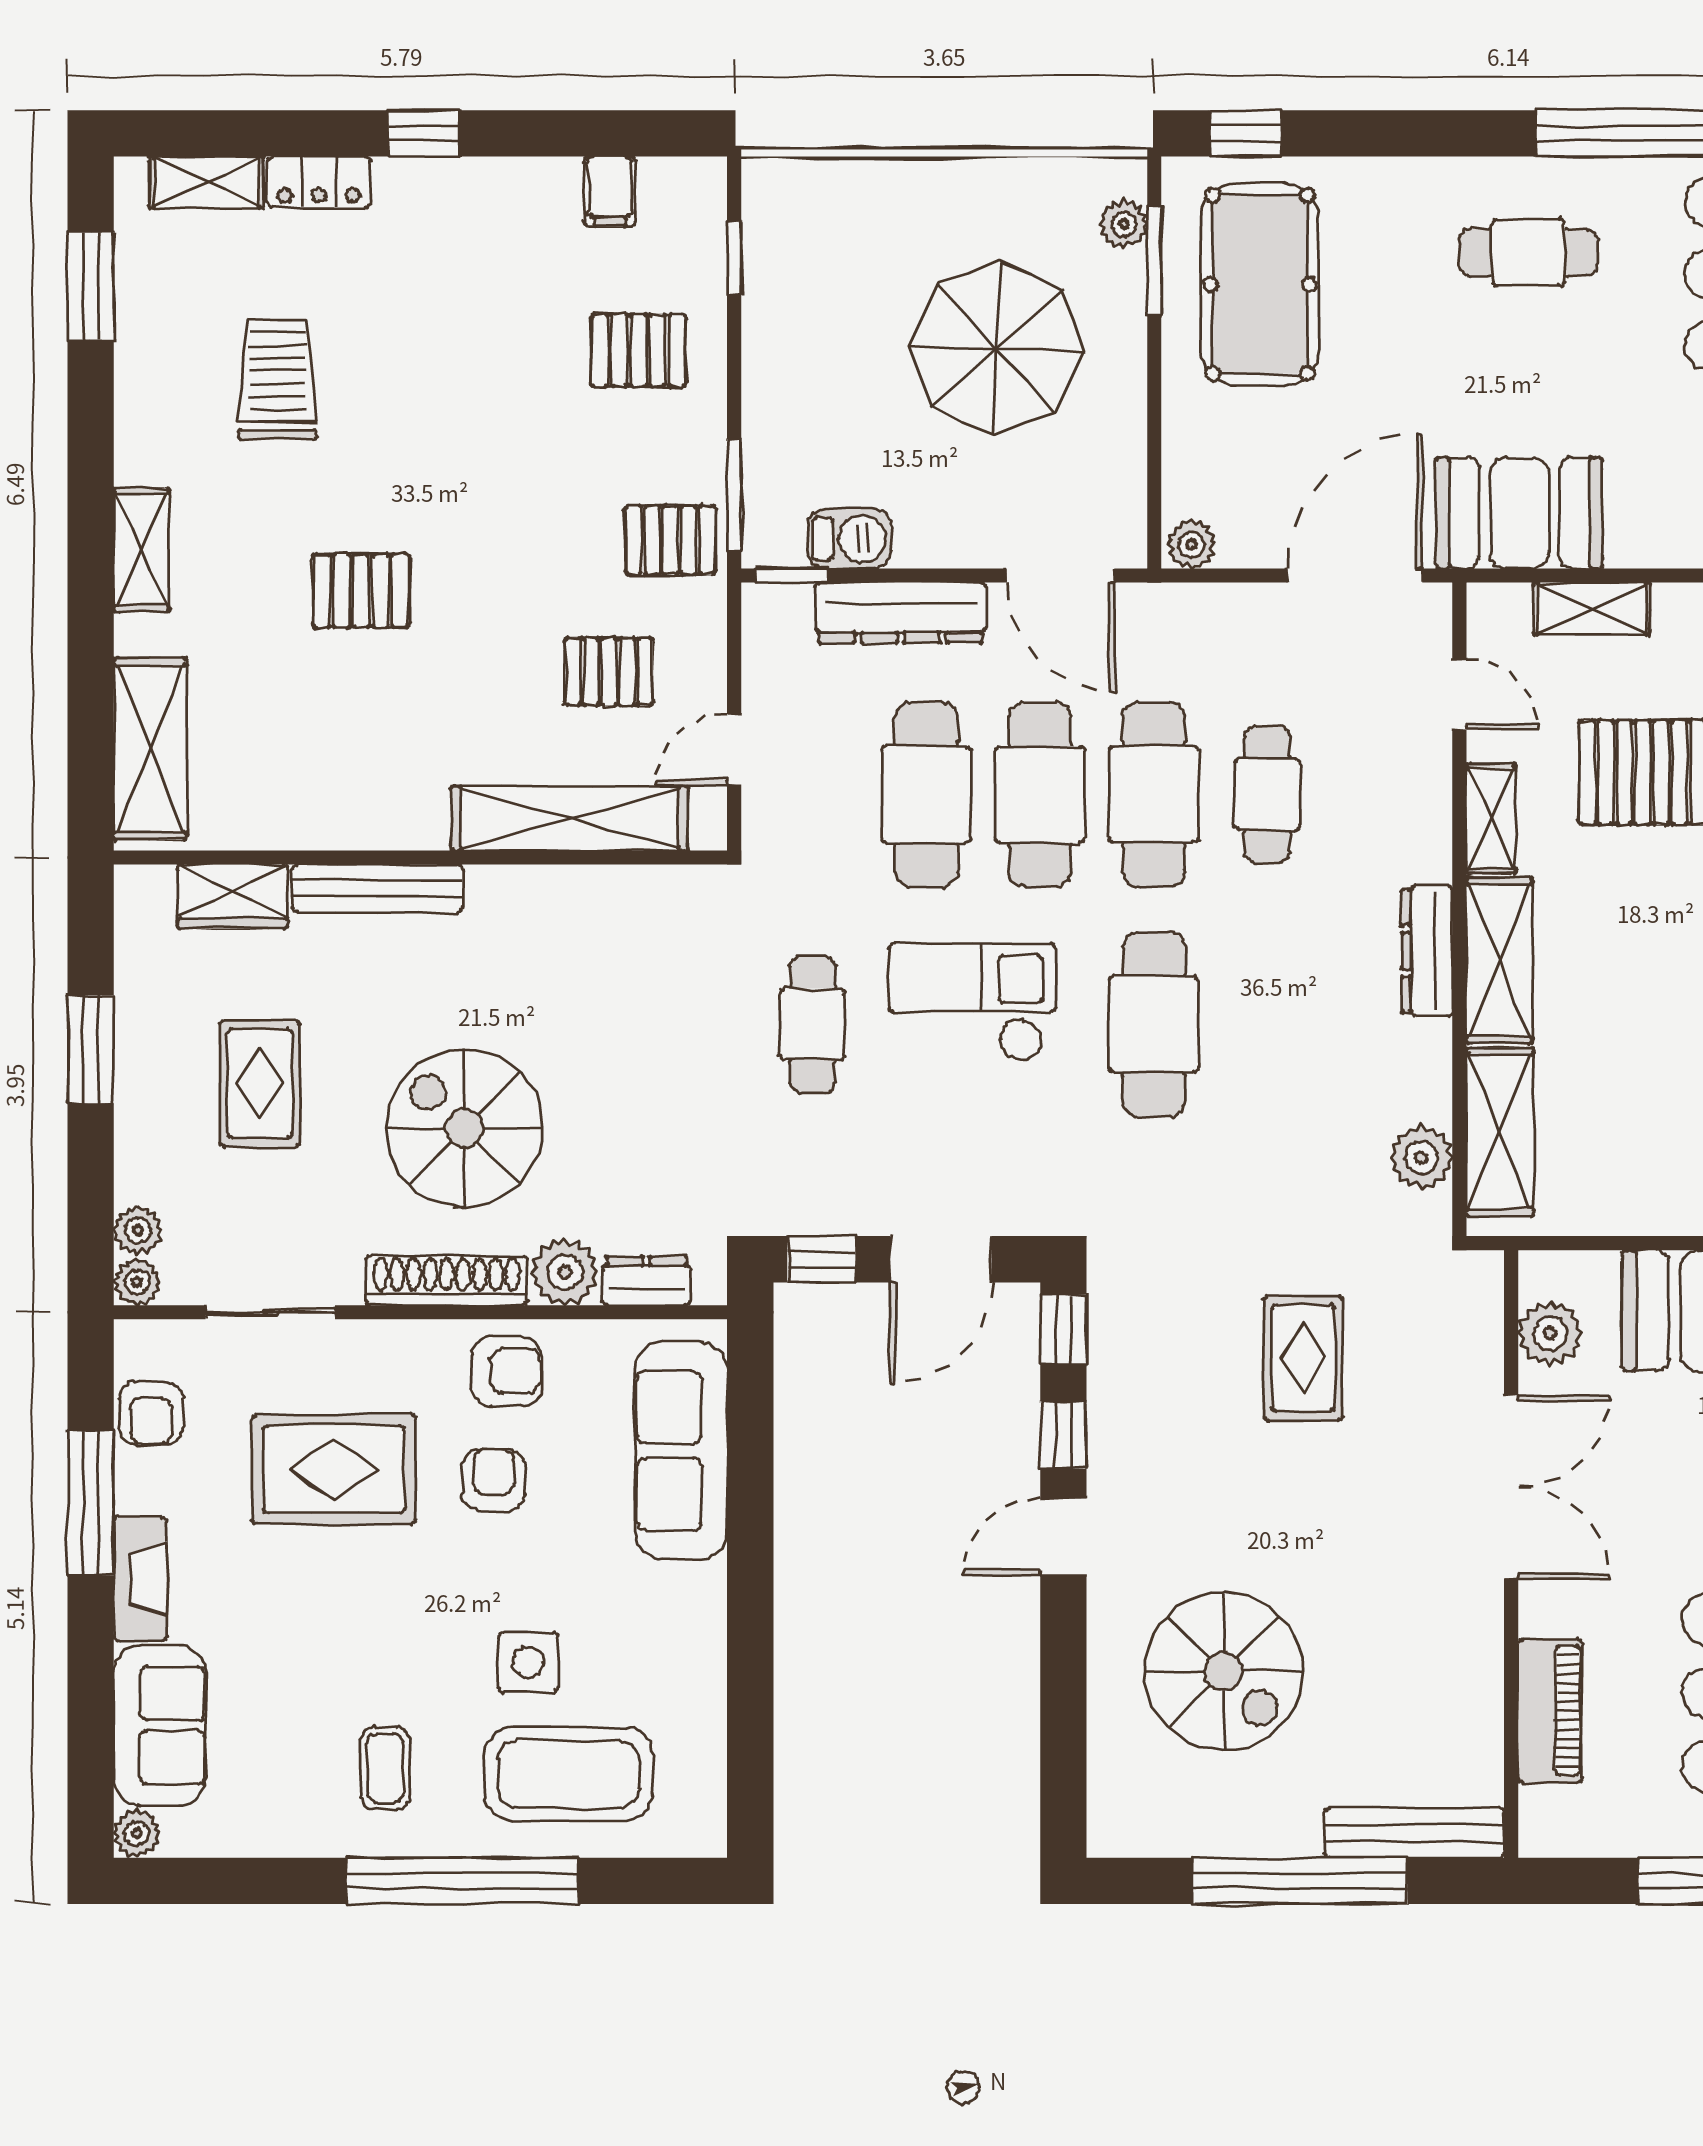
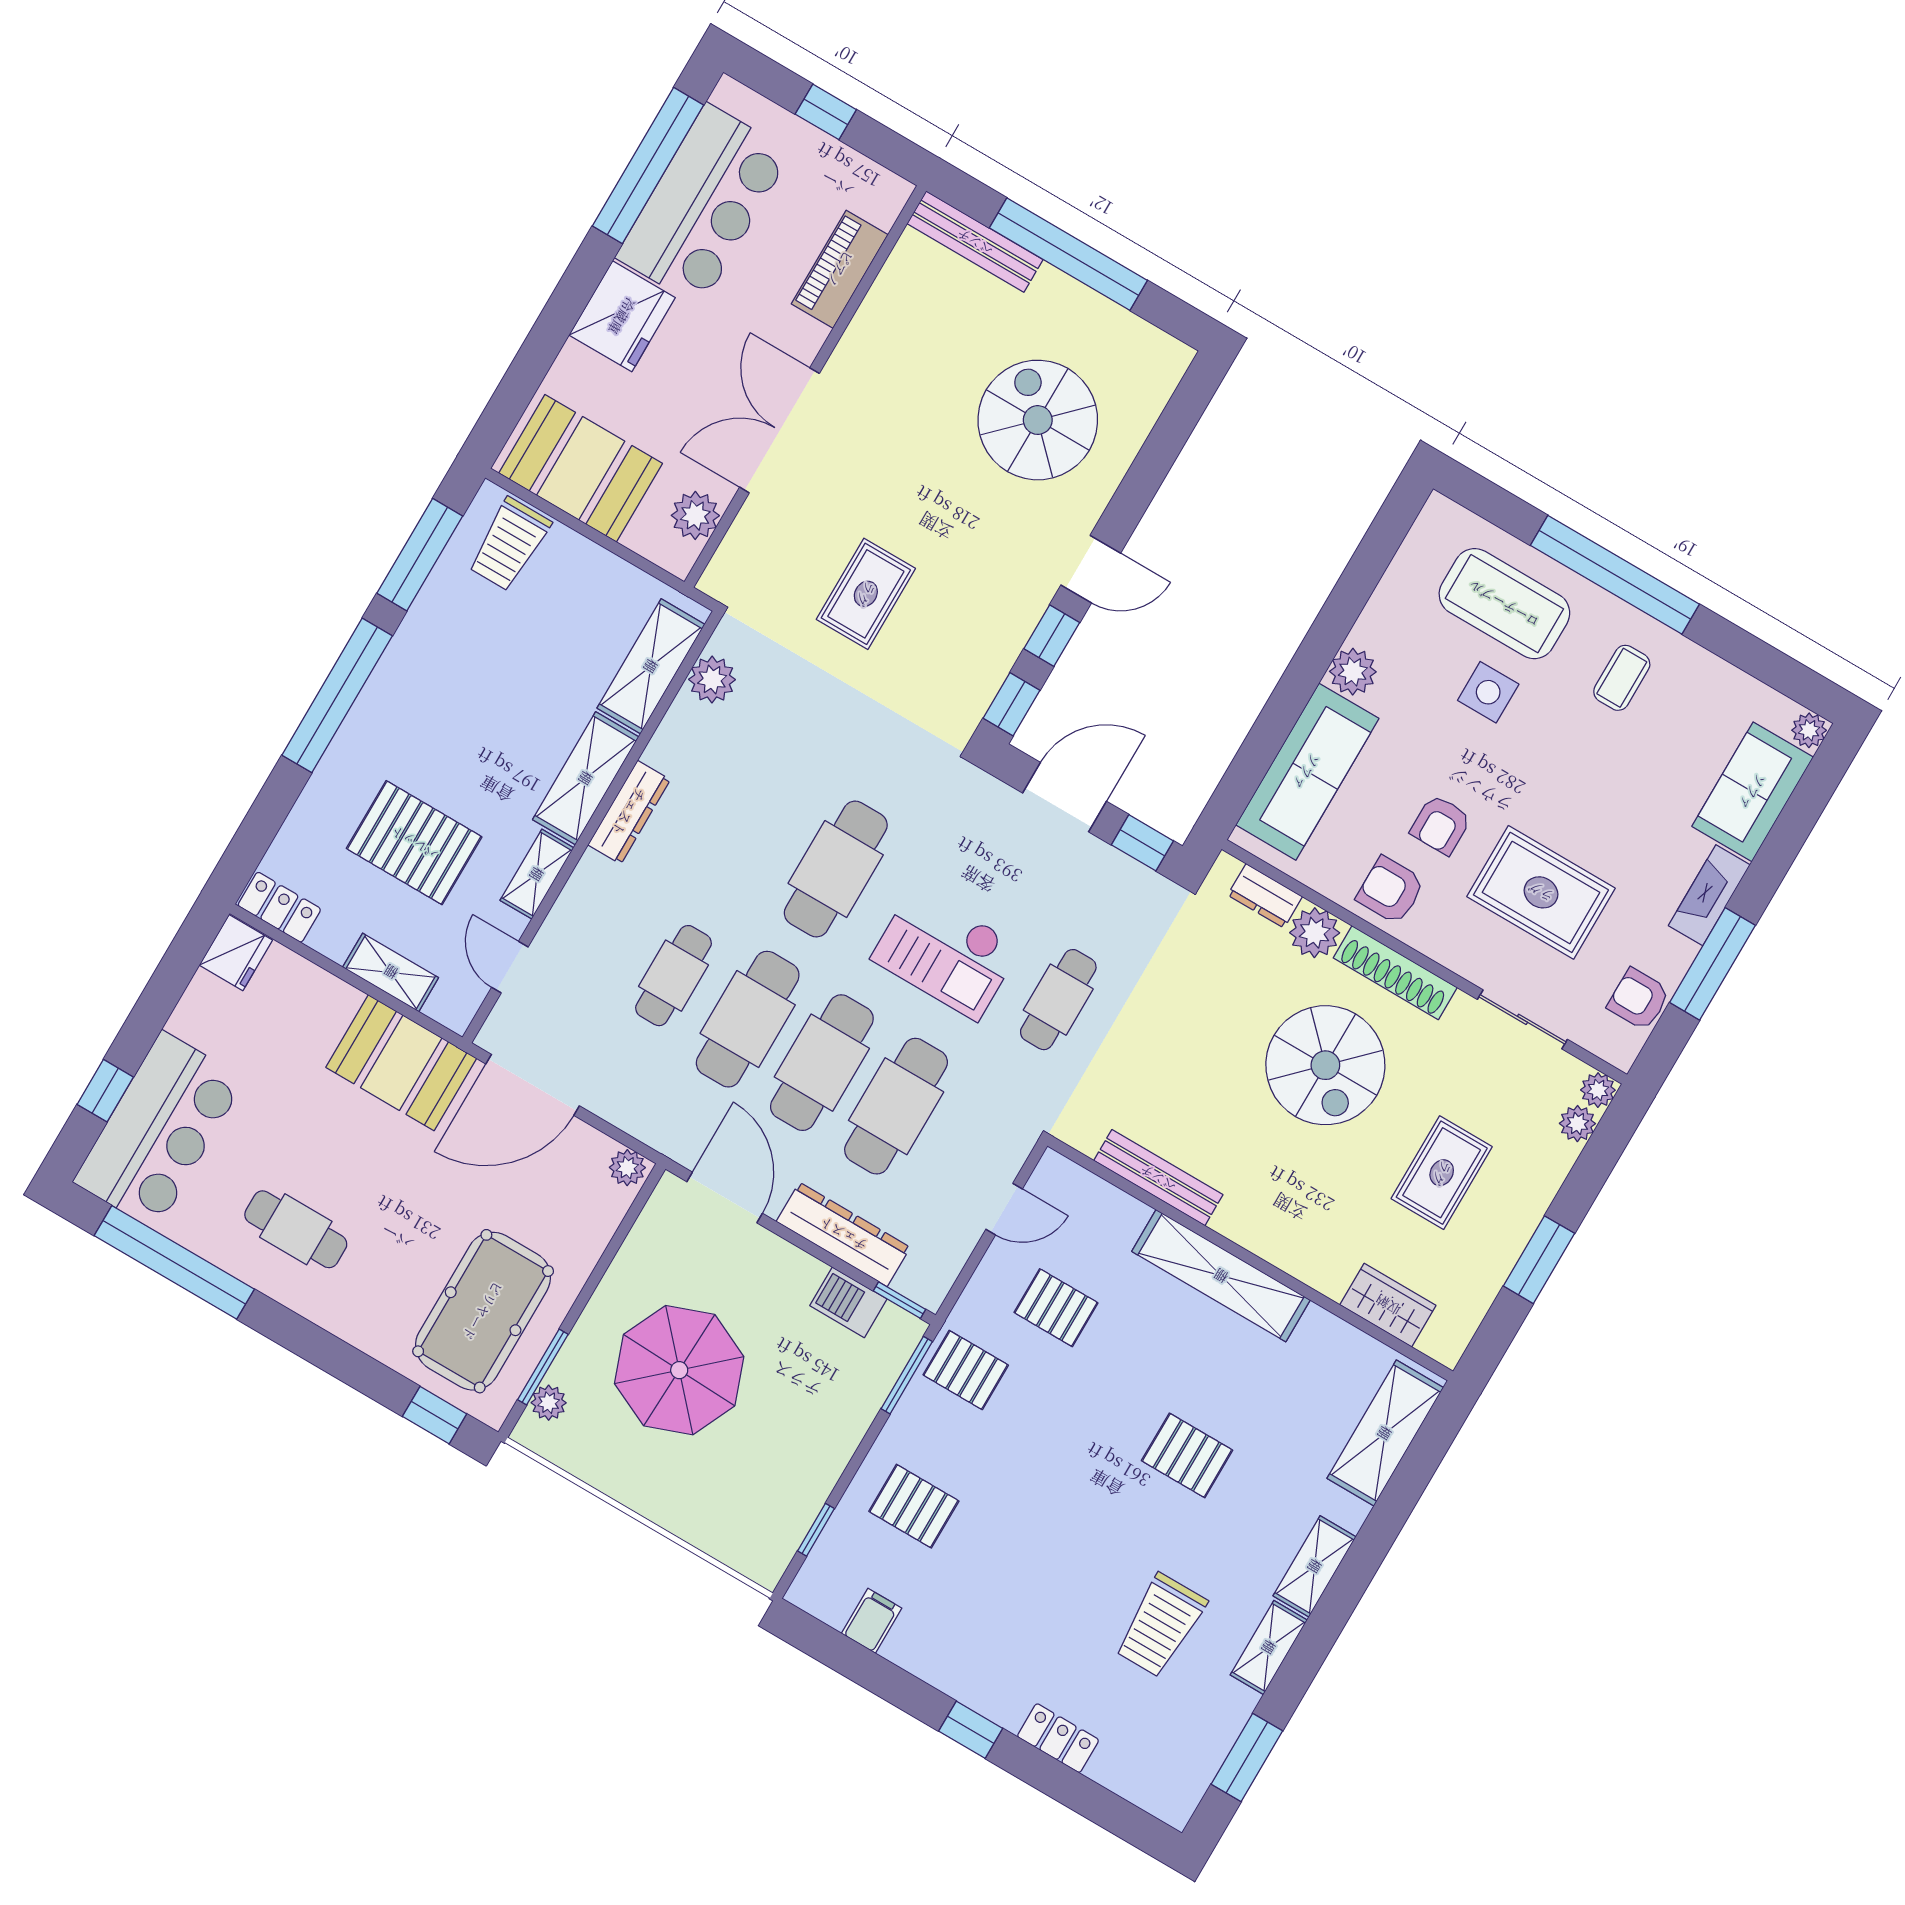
shelving: (206, 182) -> (1269, 1647), moved, turned 90
shelving: (570, 818) -> (1221, 1276), moved
bench: (377, 888) -> (1158, 1178), moved
armchair: (151, 1413) -> (1639, 999), turned -90
plant: (696, 1595) -> (1353, 672), added

